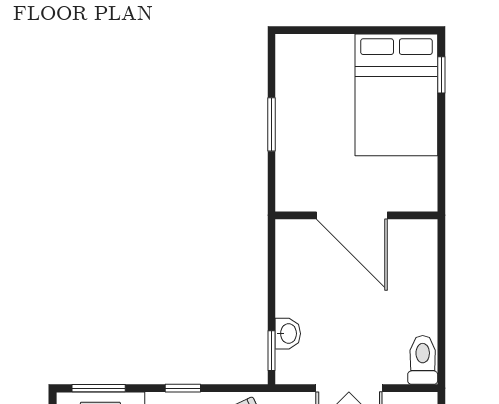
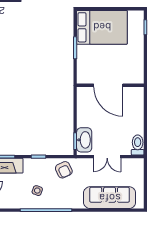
bed: (396, 95) -> (102, 27), moved, turned -90
washbasin: (288, 334) -> (84, 140), width x1.91, depth x1.45

